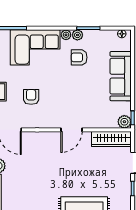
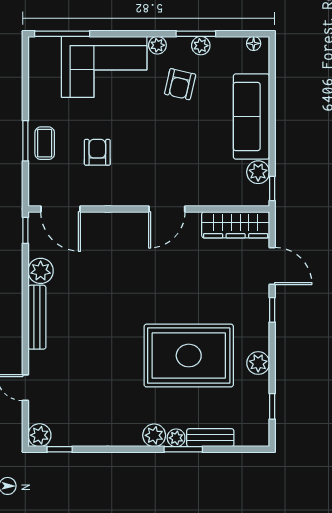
plant: (77, 35) -> (201, 46), moved
armchair: (79, 57) -> (180, 84), turned -77
plant: (124, 122) -> (258, 172), moved

